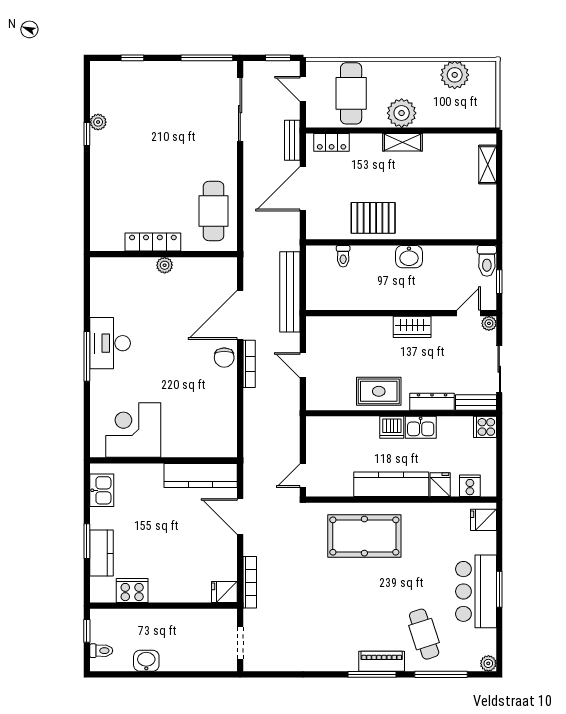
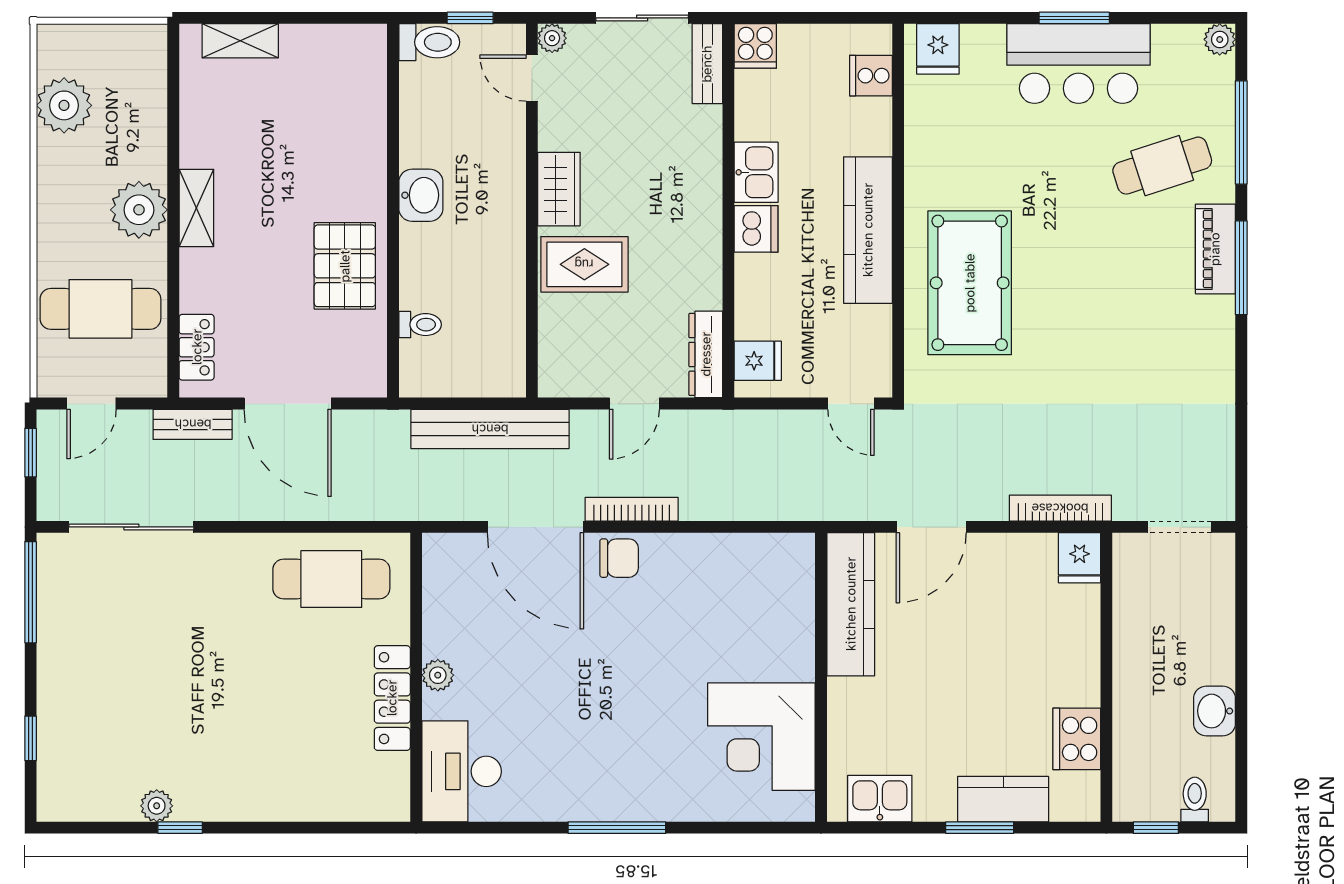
desk: (110, 343) -> (462, 771), moved, turned 90
rug: (379, 391) -> (584, 264), moved, turned 90
dresser: (432, 402) -> (706, 354), moved
fridge: (440, 485) -> (758, 361), moved, turned 180

